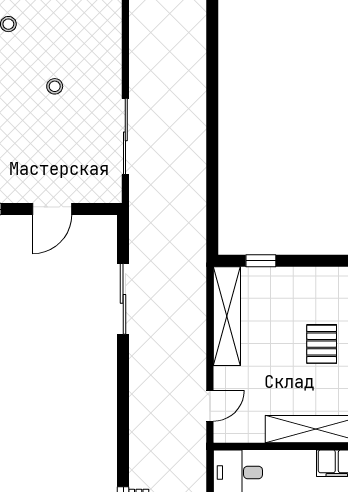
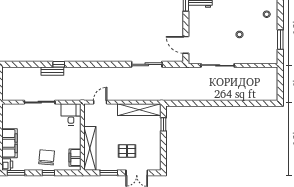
door: (52, 209) -> (186, 45), moved
door: (210, 406) -> (100, 102), swing flipped

